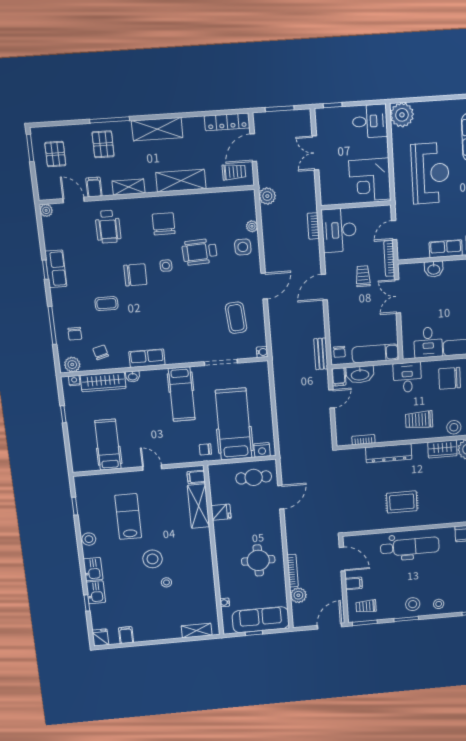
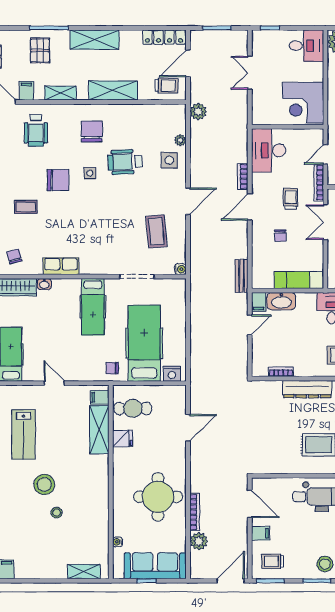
bookcase: (313, 226) -> (243, 176), moved
chair: (339, 352) -> (280, 236), moved
cafe table: (254, 477) -> (133, 408), moved
lab bench: (128, 517) -> (23, 435), turned 180
round table: (258, 560) -> (158, 497), width x1.36, depth x1.36

